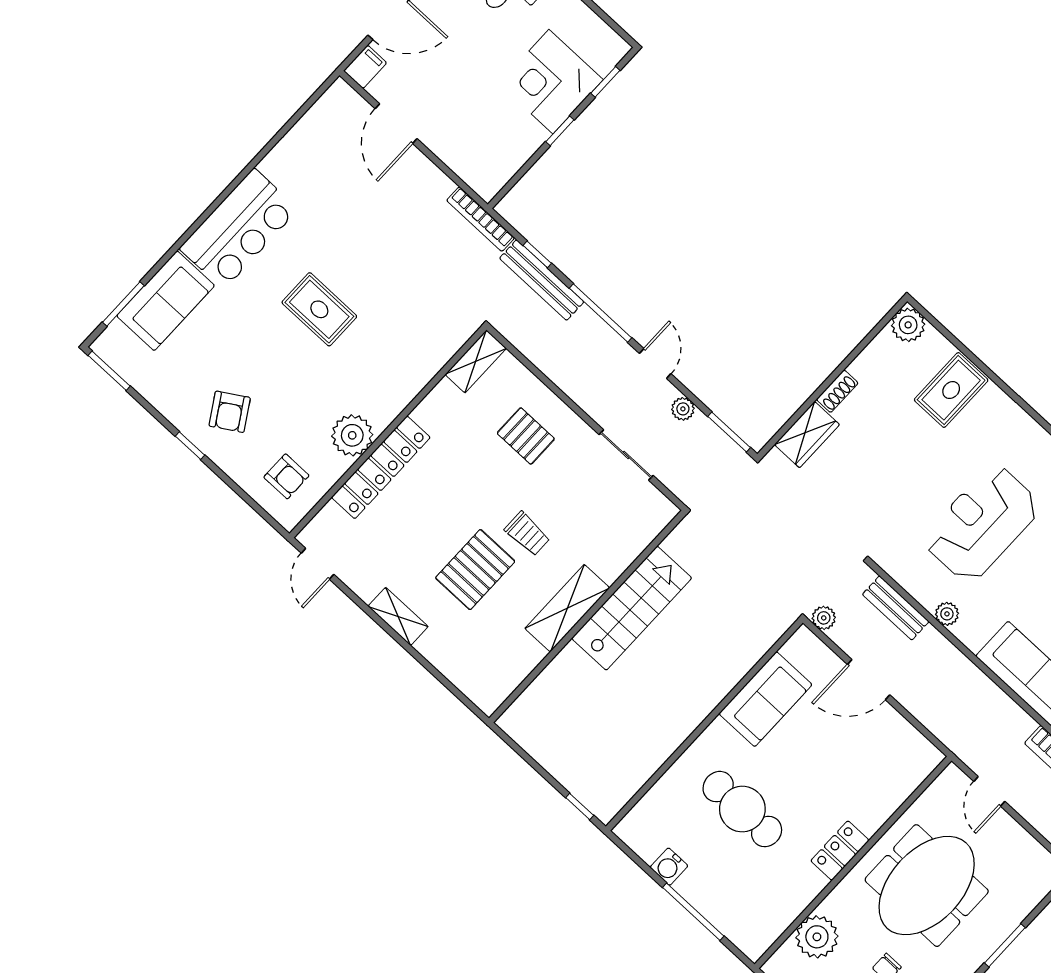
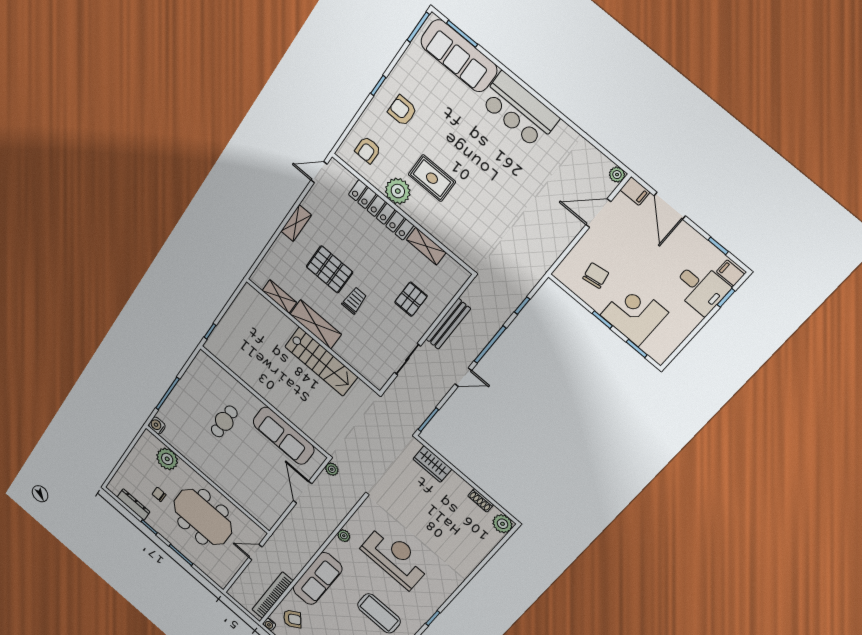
chair: (491, 135) -> (596, 276), added
bookcase: (481, 219) -> (541, 270), removed
bench: (542, 280) -> (448, 324), moved
sofa: (166, 301) -> (459, 56), width x1.36
rug: (319, 309) -> (432, 178), moved, turned 90
shelving: (476, 361) -> (426, 246), moved
rug: (951, 390) -> (468, 545), removed
shoe rack: (837, 391) -> (481, 500), moved
plant: (683, 409) -> (617, 175), moved
armchair: (230, 412) -> (402, 111), turned 32
trolley: (527, 534) -> (354, 300), turned 180
bench: (896, 608) -> (343, 509), removed
shelving: (520, 666) -> (279, 296), added
sofa: (765, 699) -> (284, 436), width x1.36
cafe table: (742, 809) -> (224, 421), width x0.73, depth x0.74
locker: (840, 851) -> (212, 473), removed
water cooler: (669, 867) -> (157, 426), moved

